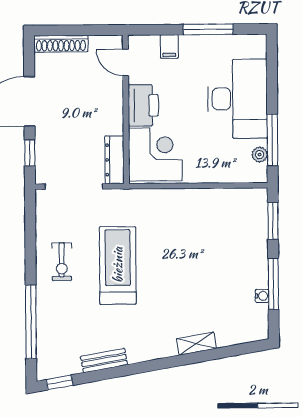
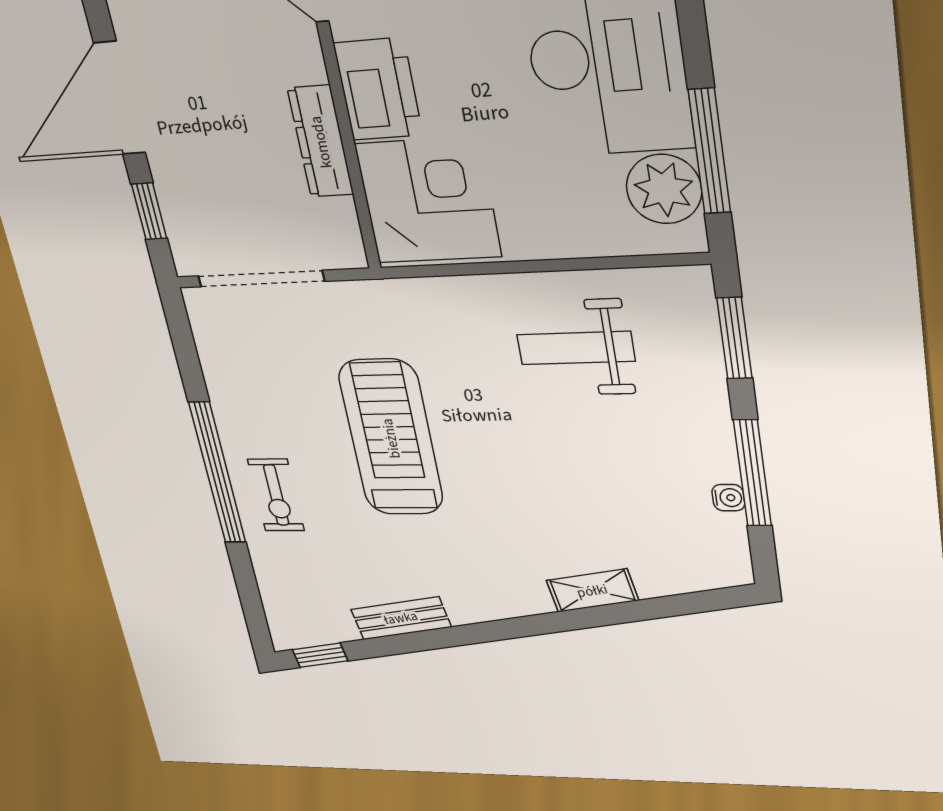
plant: (260, 155) -> (664, 189), width x1.87, depth x1.87
dresser: (114, 160) -> (321, 142), moved
weight bench: (207, 224) -> (576, 348), added
exercise bike: (62, 262) -> (276, 495), moved
window: (31, 322) -> (217, 473), moved

